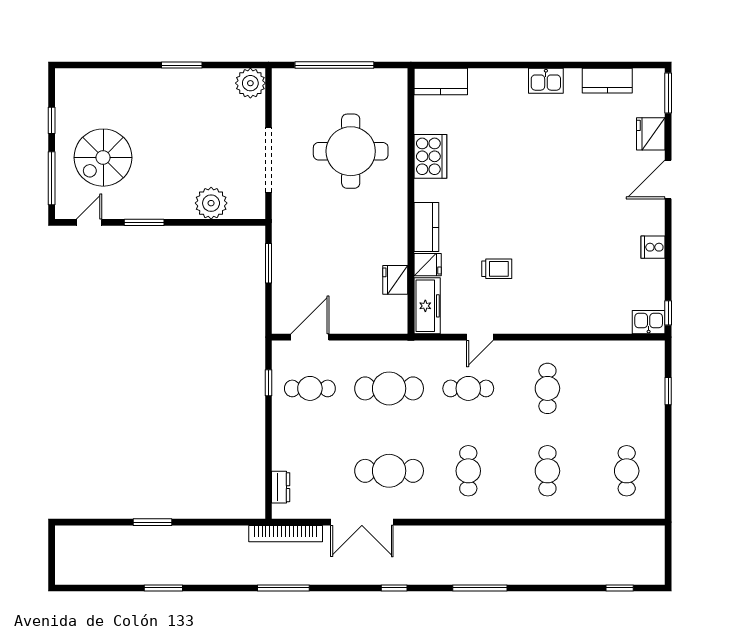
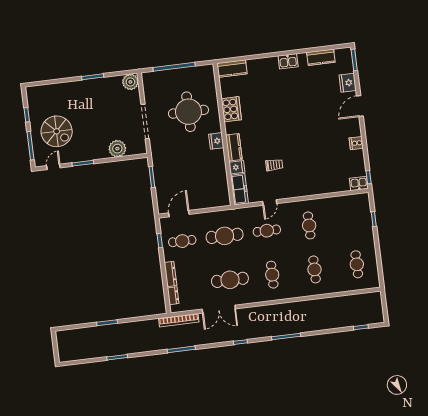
spiral stairs: (103, 158) -> (57, 131), turned -90
fridge: (395, 280) -> (216, 141), moved
dresser: (281, 447) -> (170, 274), added

